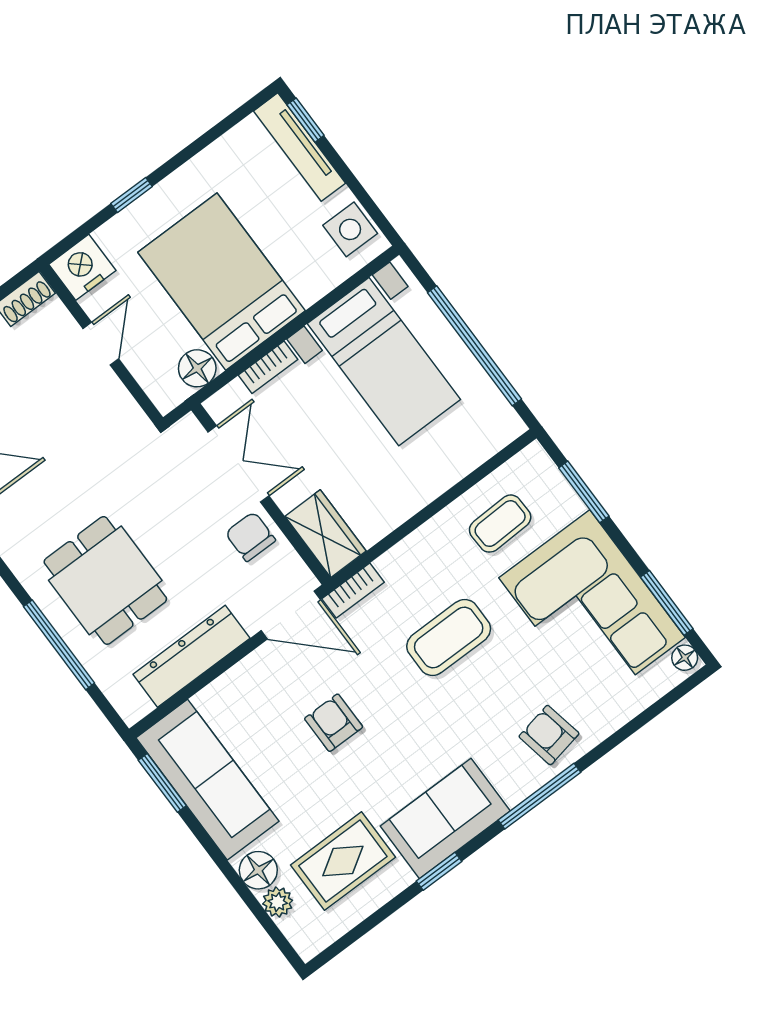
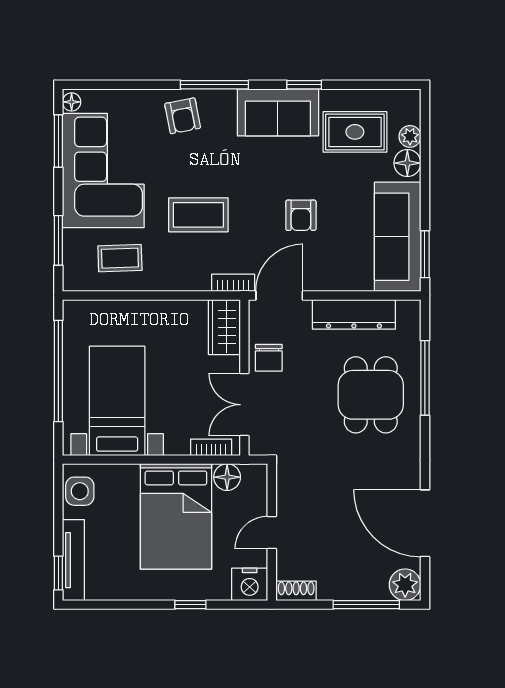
bookcase: (268, 367) -> (211, 447), moved
door: (291, 615) -> (279, 295), hinge flipped

